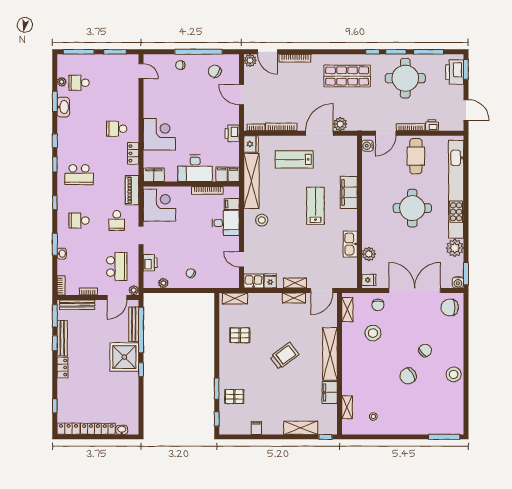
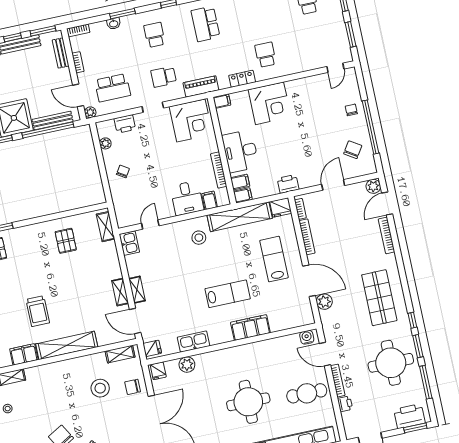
filing cabinet: (154, 175) -> (222, 101), width x0.50
fridge: (270, 281) -> (152, 348), moved
bench: (77, 305) -> (61, 53), width x0.73
trolley: (284, 356) -> (38, 311), moved, turned 37

